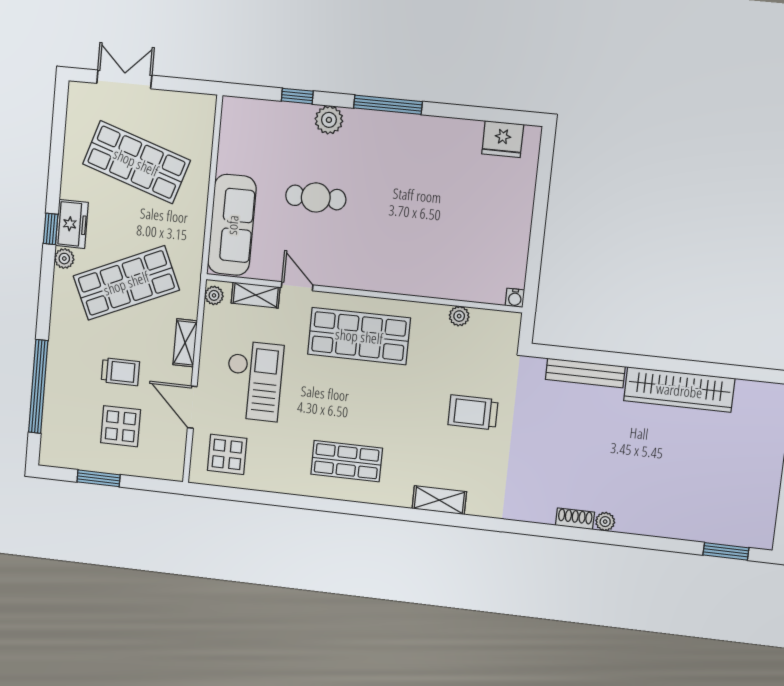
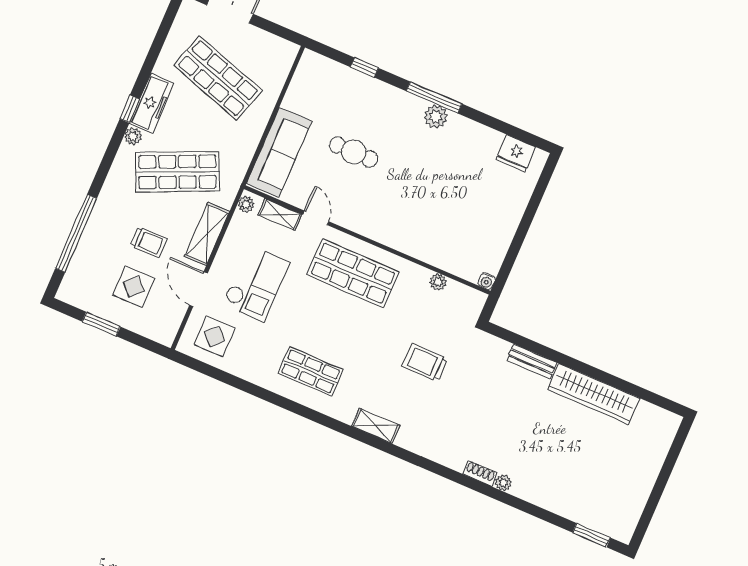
plant: (329, 120) -> (436, 117), moved
freezer: (72, 224) -> (152, 103), width x1.40
shelving: (185, 343) -> (207, 234), width x1.50, depth x1.33
bench: (585, 373) -> (532, 362), width x0.73

